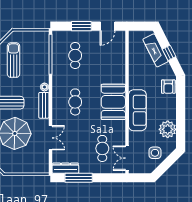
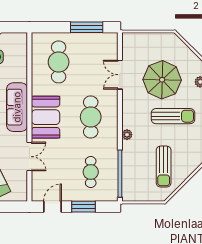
cafe table: (75, 102) -> (91, 117), width x1.37, depth x1.35
bench: (44, 105) -> (128, 113), removed
cafe table: (102, 148) -> (59, 62), width x1.37, depth x1.35
double door: (127, 158) -> (29, 157), moved
dresser: (65, 168) -> (102, 39), removed

